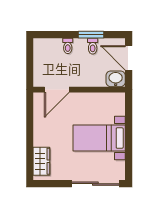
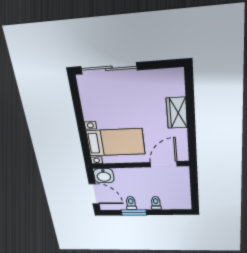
bed with nightstands: (99, 138) -> (115, 142), moved
wardrobe: (41, 161) -> (177, 113), moved

